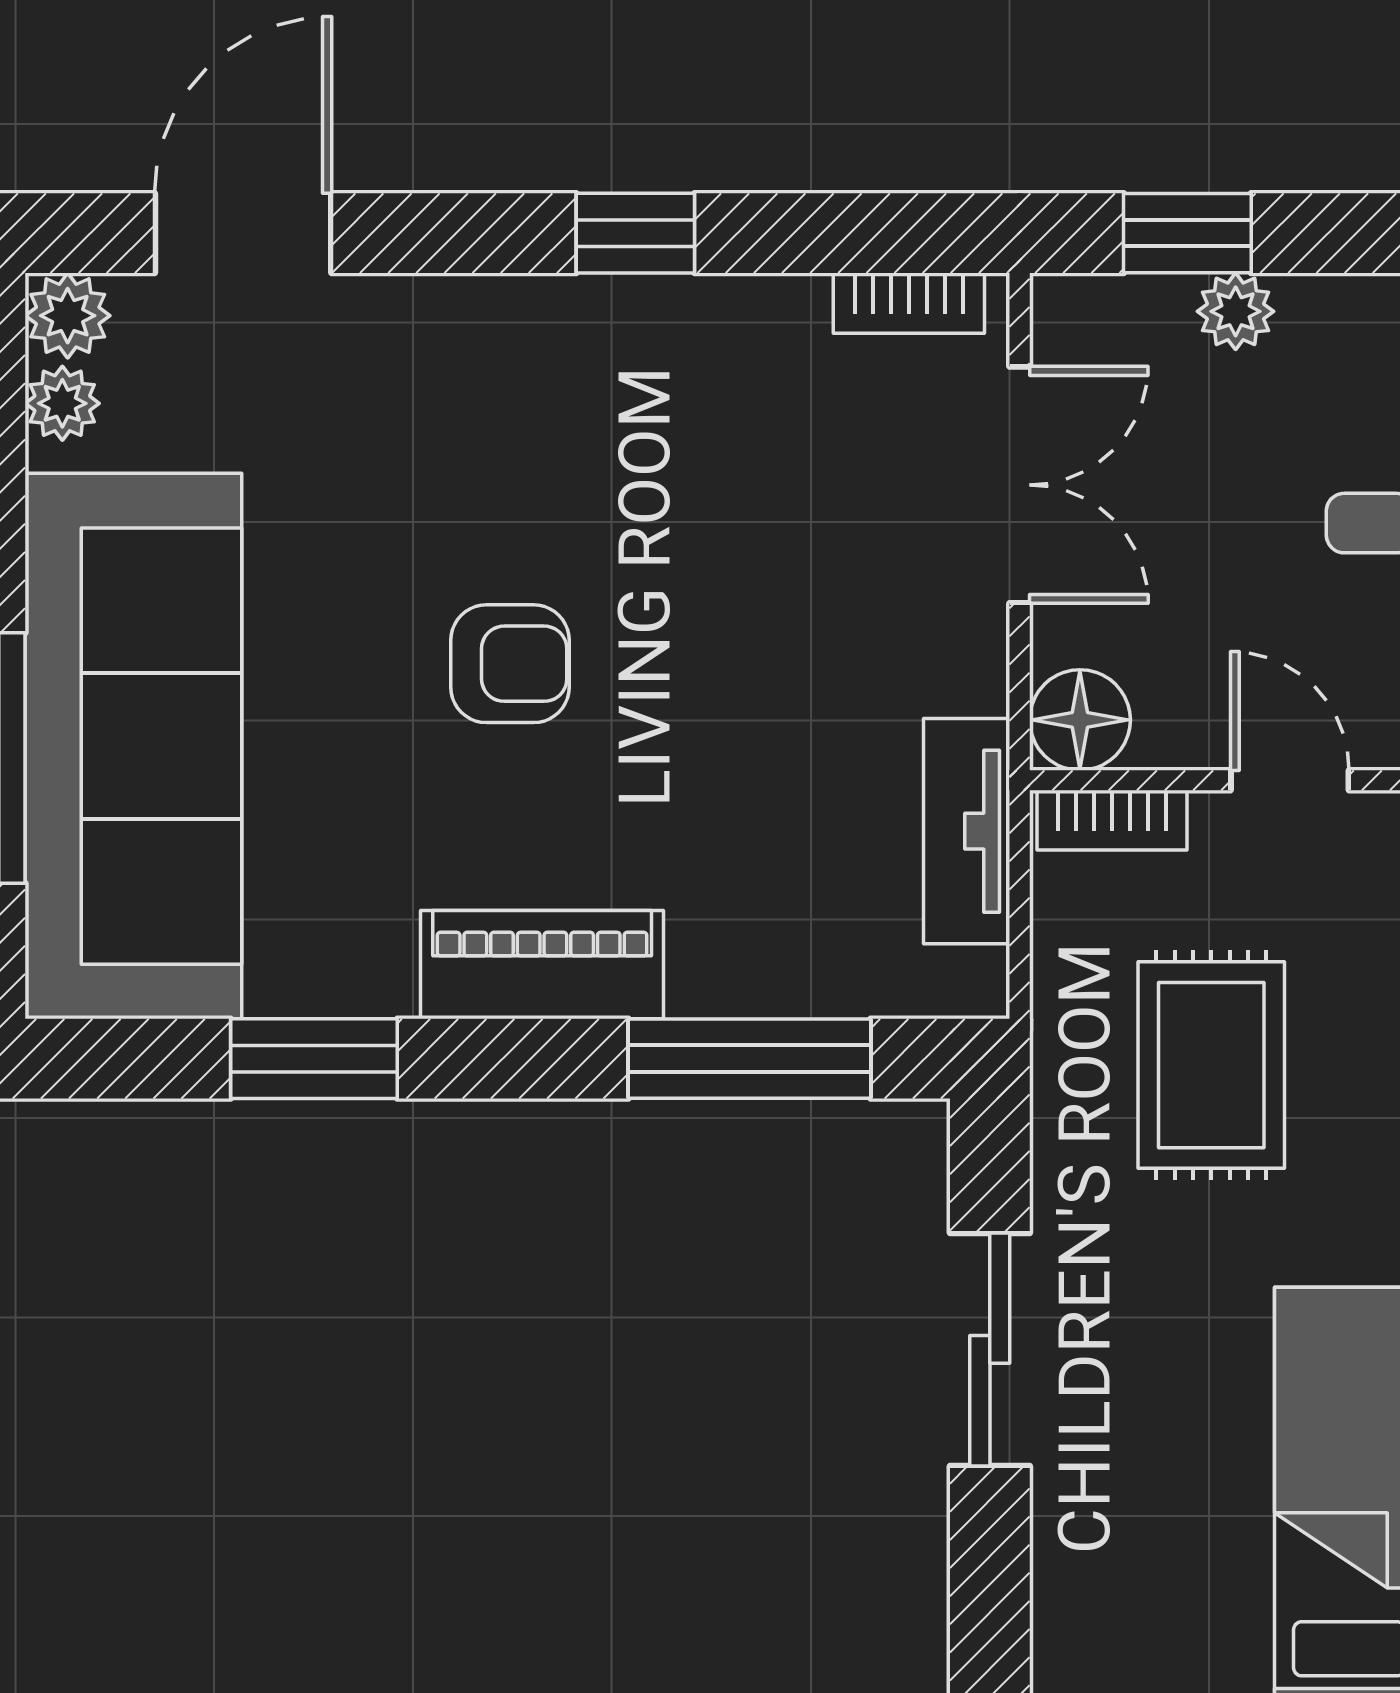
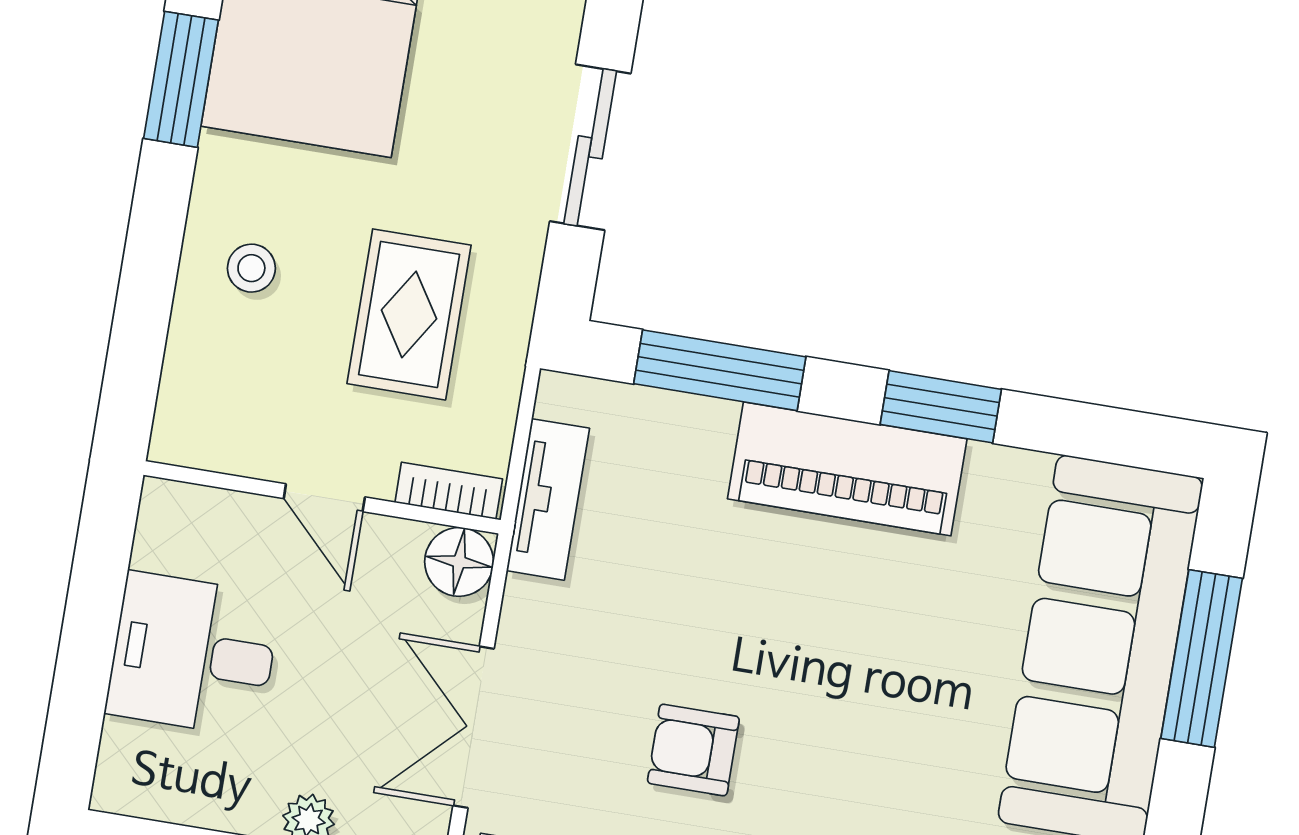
armchair: (510, 664) -> (693, 750), moved
piano: (542, 965) -> (847, 469), width x1.37, depth x1.33
window: (314, 1059) -> (941, 407), moved

